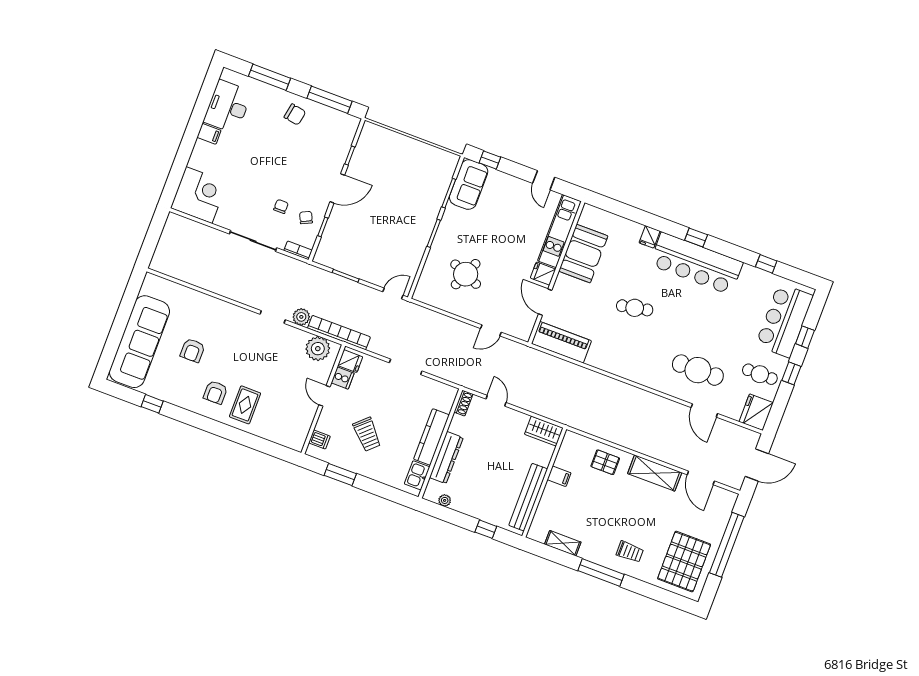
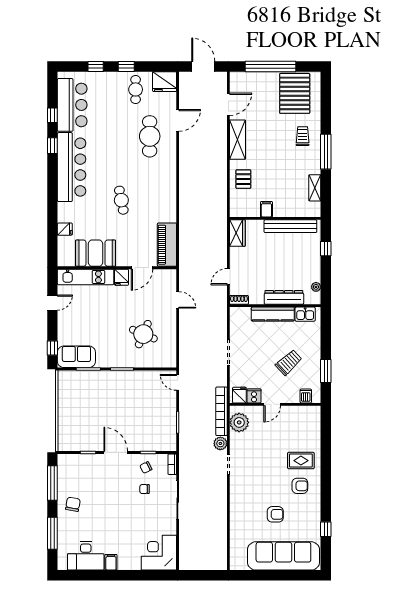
fridge: (650, 237) -> (65, 229), moved
window: (696, 237) -> (52, 146), moved
bar counter: (784, 320) -> (72, 105), moved, turned -90
pallet: (684, 562) -> (295, 93), turned 90

